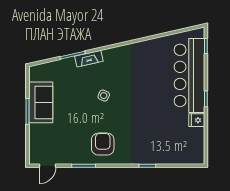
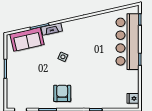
sofa: (41, 102) -> (27, 39), moved, turned 77
fridge: (197, 120) -> (133, 98), moved

